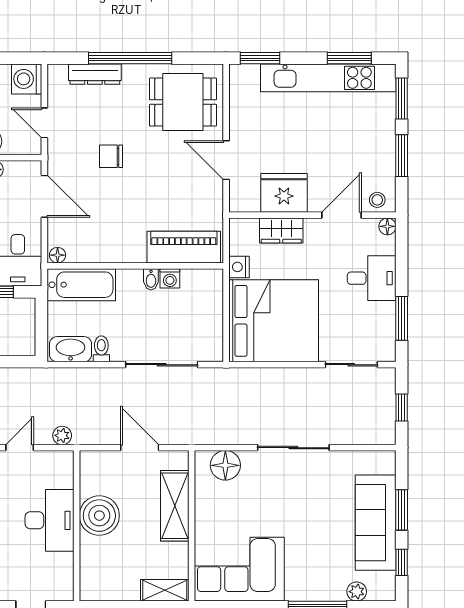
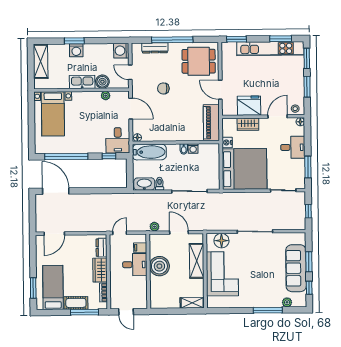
piano: (184, 247) -> (211, 123), moved, turned -90
plant: (62, 435) -> (154, 227), moved
filing cabinet: (61, 478) -> (140, 248), added
desk: (50, 520) -> (135, 265), width x0.73
corner sofa: (239, 569) -> (222, 274), moved, turned 90

